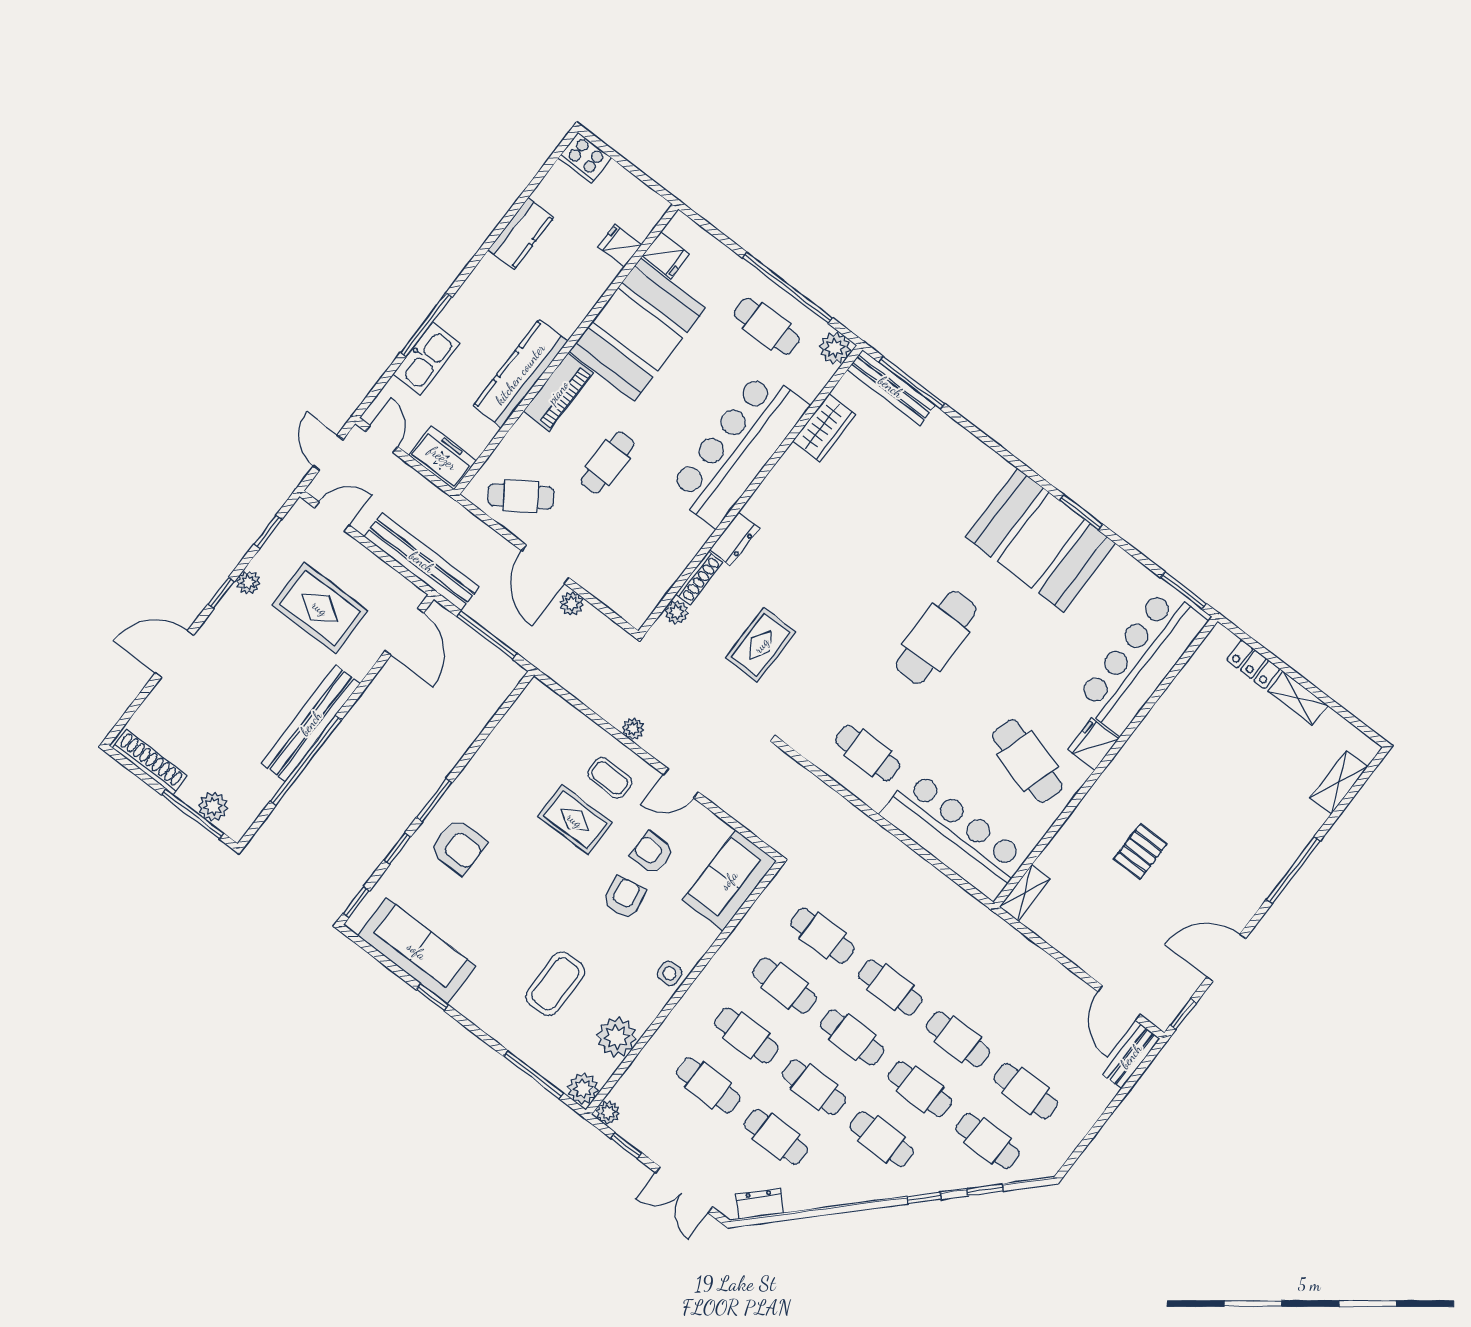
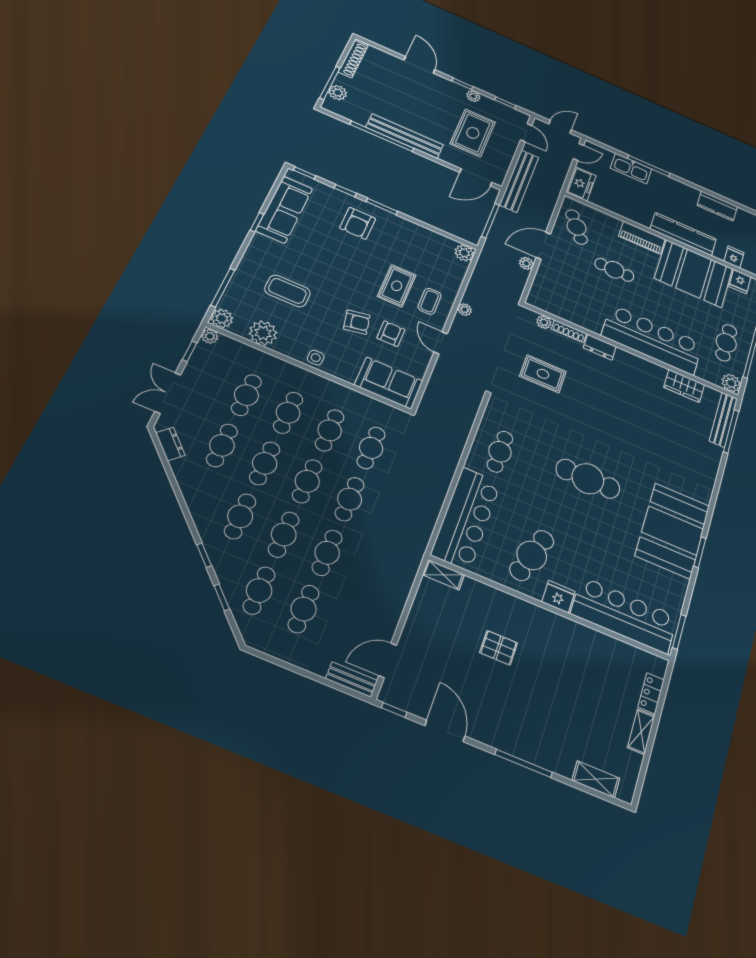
kitchen counter: (520, 374) -> (683, 234), moved
plant: (537, 697) -> (464, 253), added

